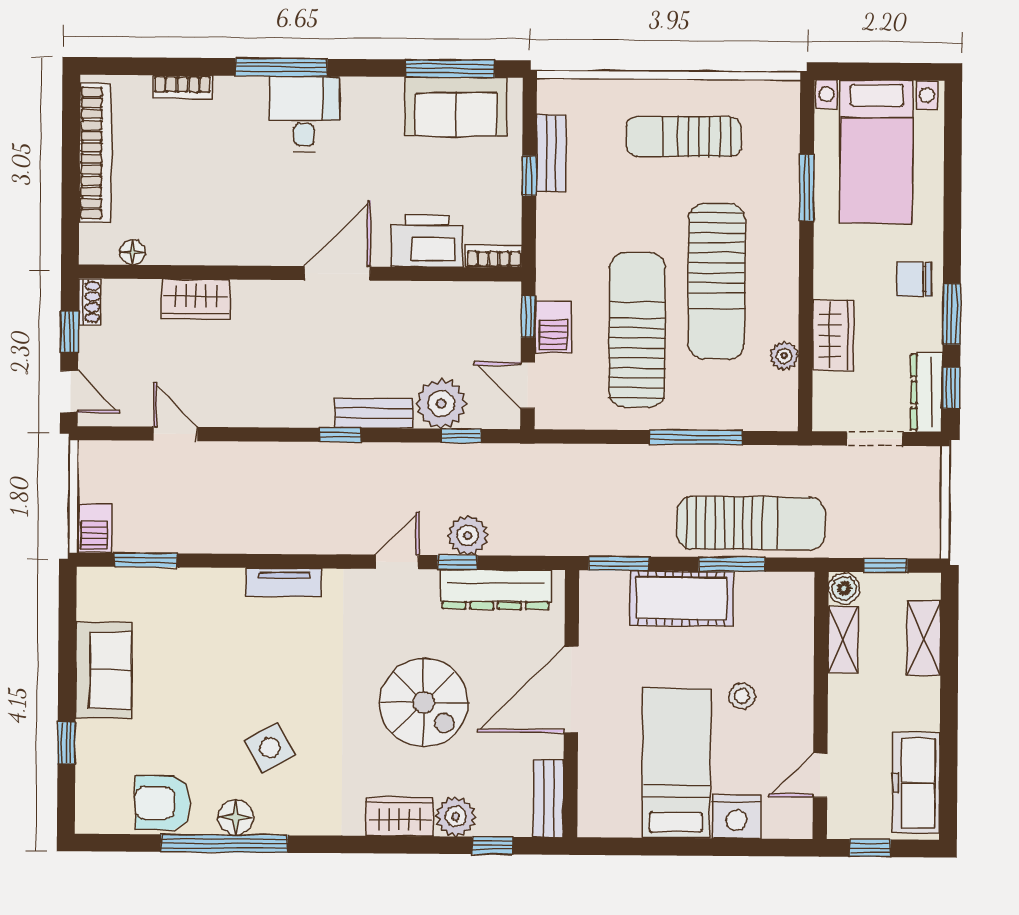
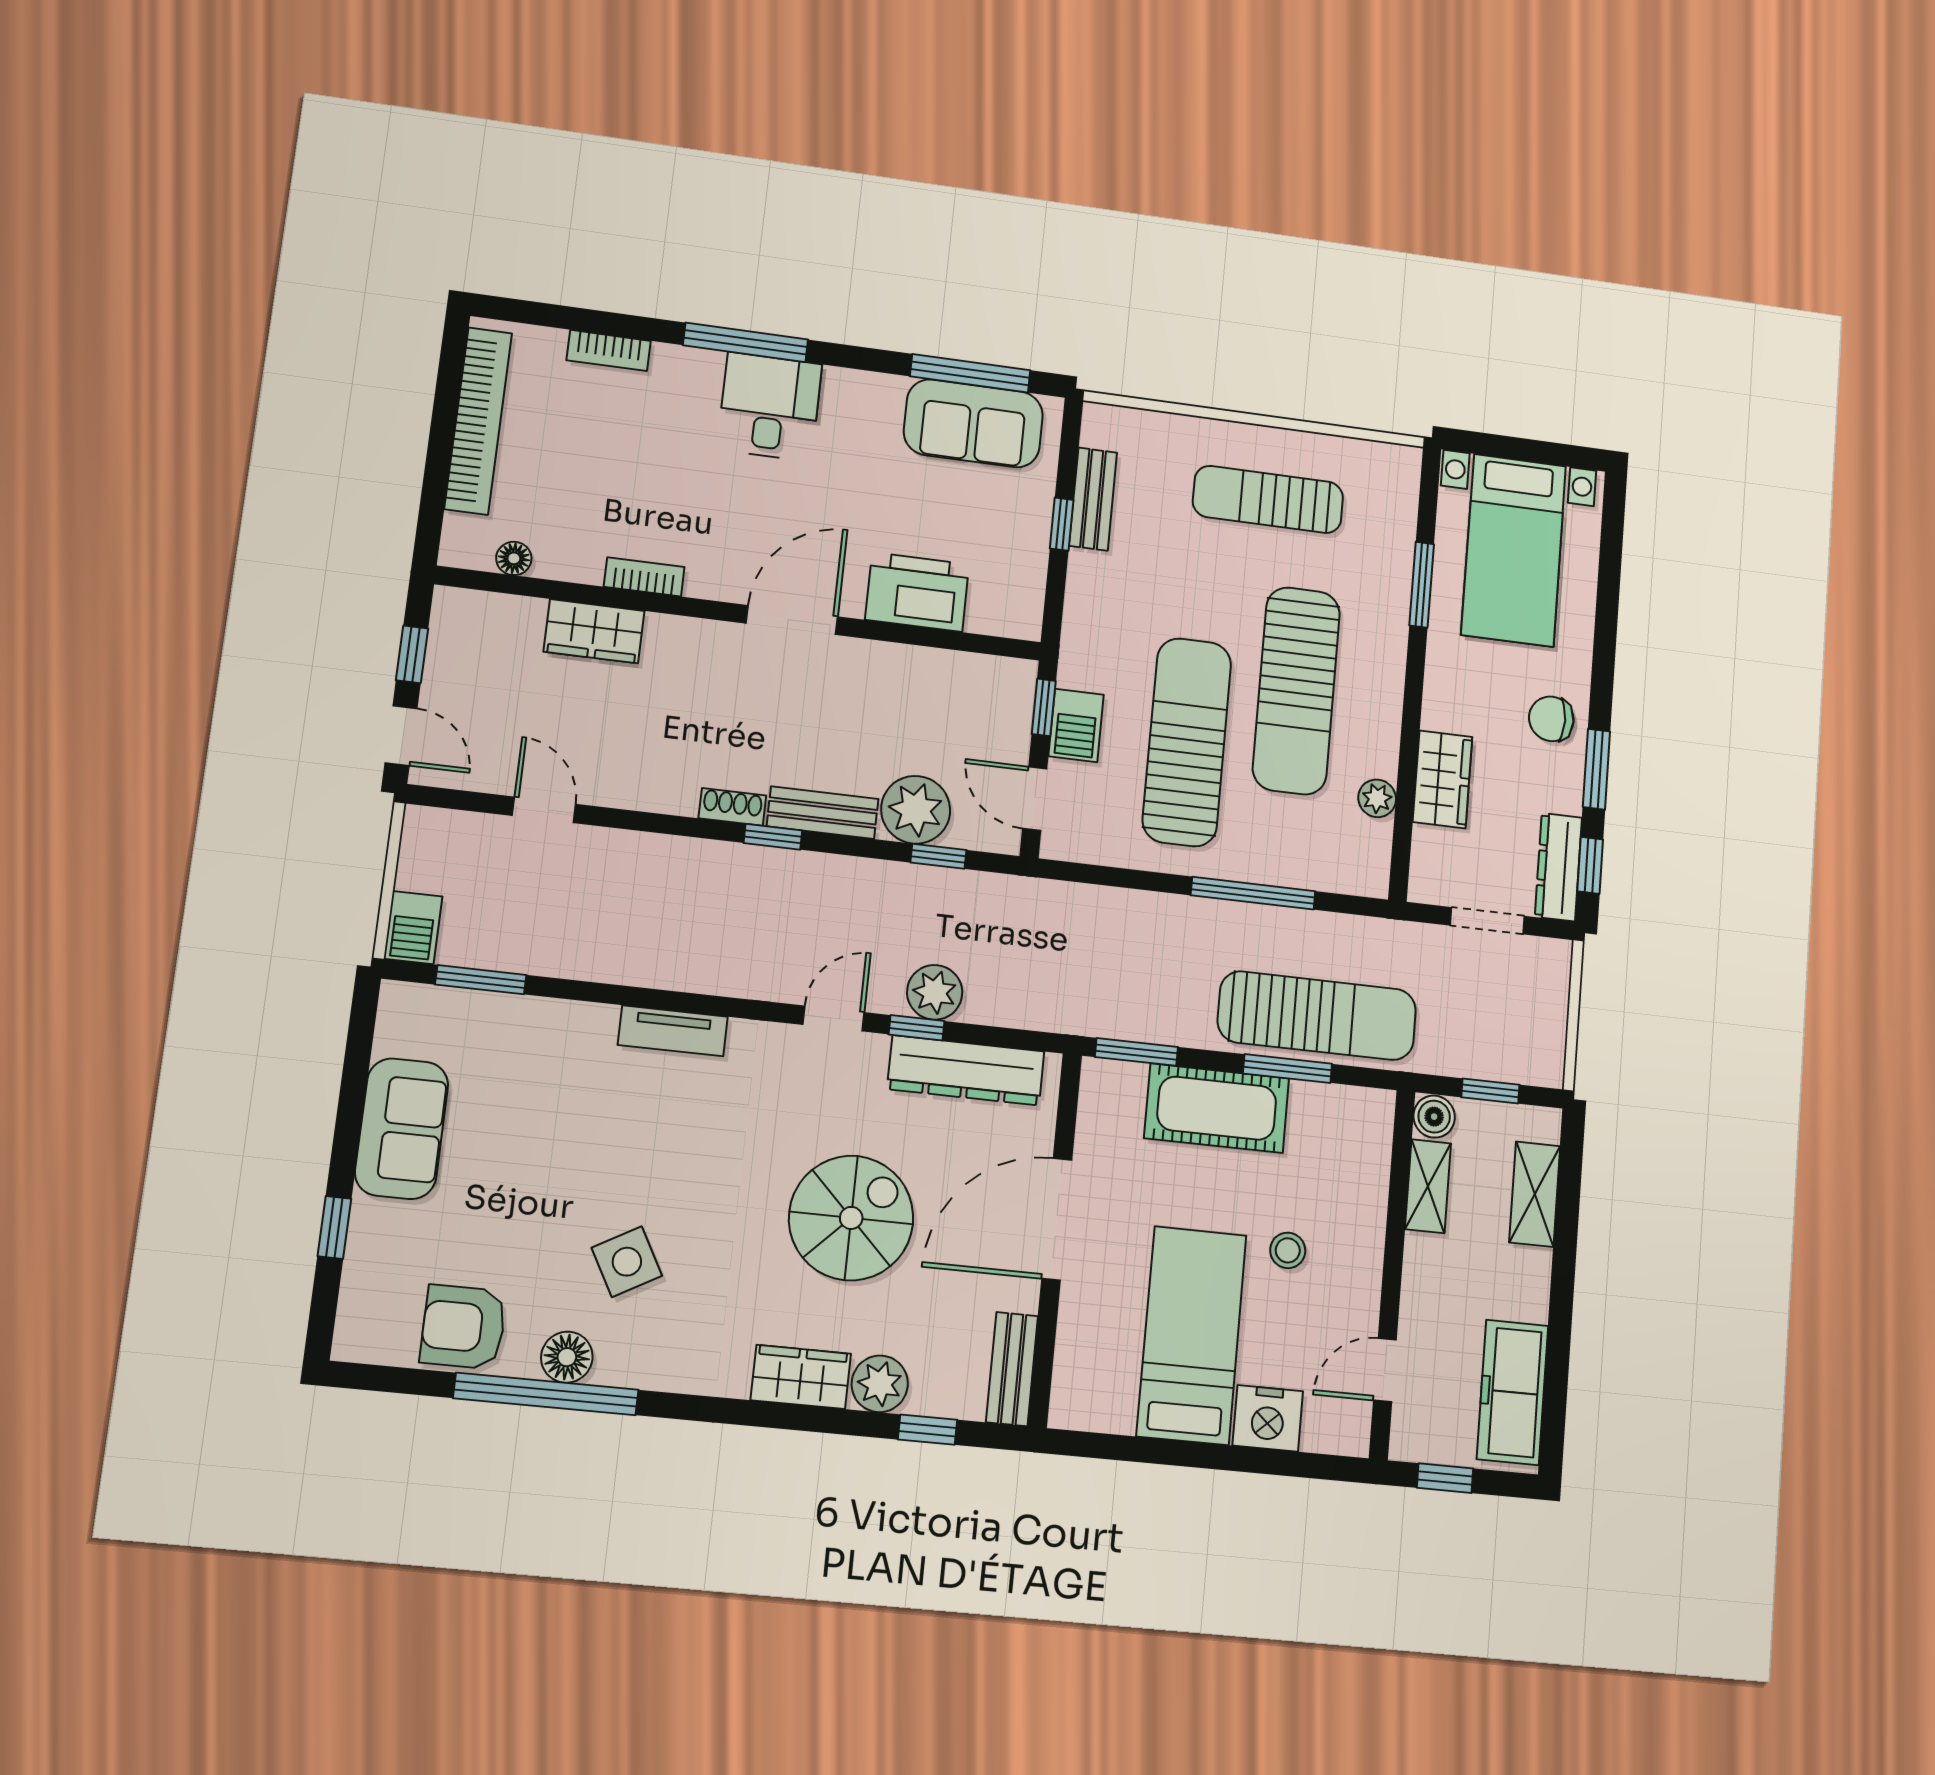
bookcase: (494, 256) -> (644, 577), moved
shoe rack: (90, 302) -> (732, 807), moved, turned -90
spiral stairs: (424, 703) -> (851, 1218), turned -90

